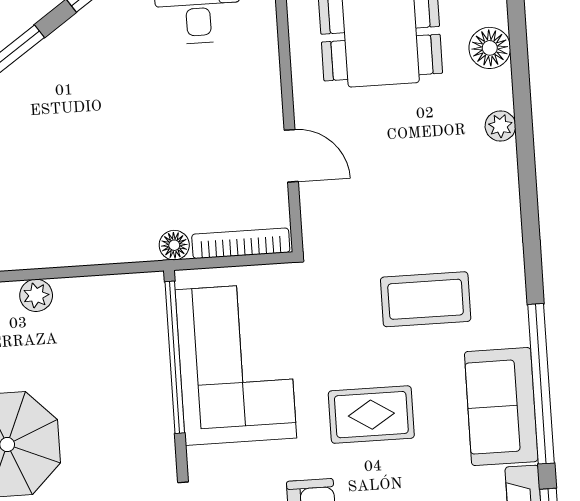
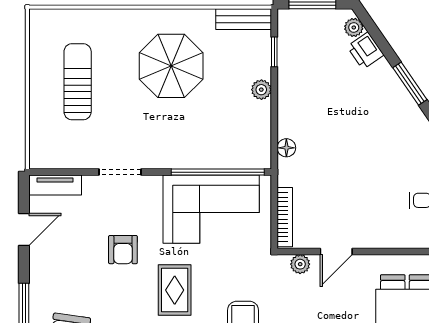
plant: (316, 213) -> (300, 264), added
floor lamp: (174, 245) -> (286, 148), moved

